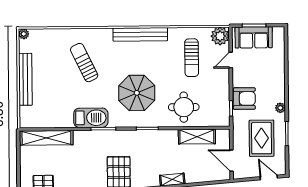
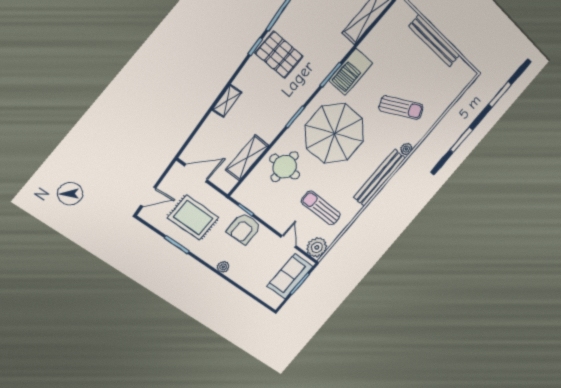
plant: (24, 34) -> (406, 149), moved
parasol: (137, 93) -> (335, 133), width x1.36, depth x1.36
plant: (280, 108) -> (223, 267), moved

